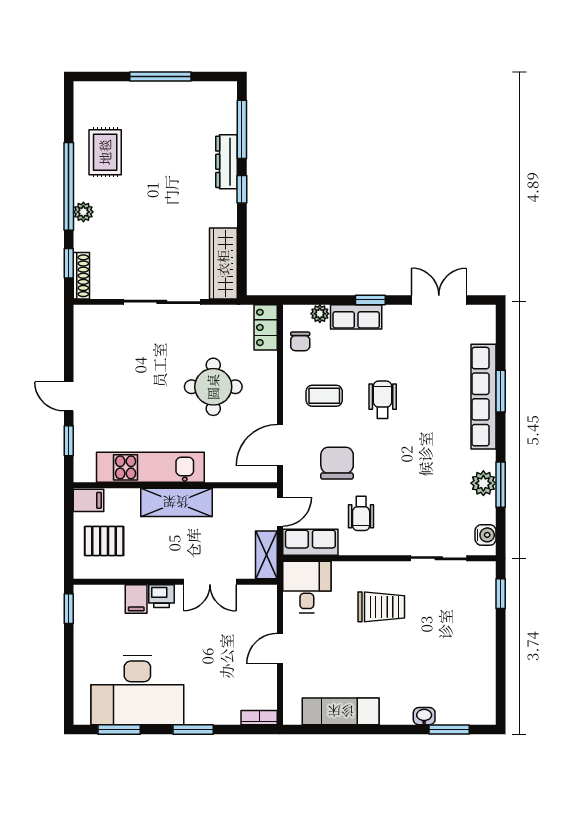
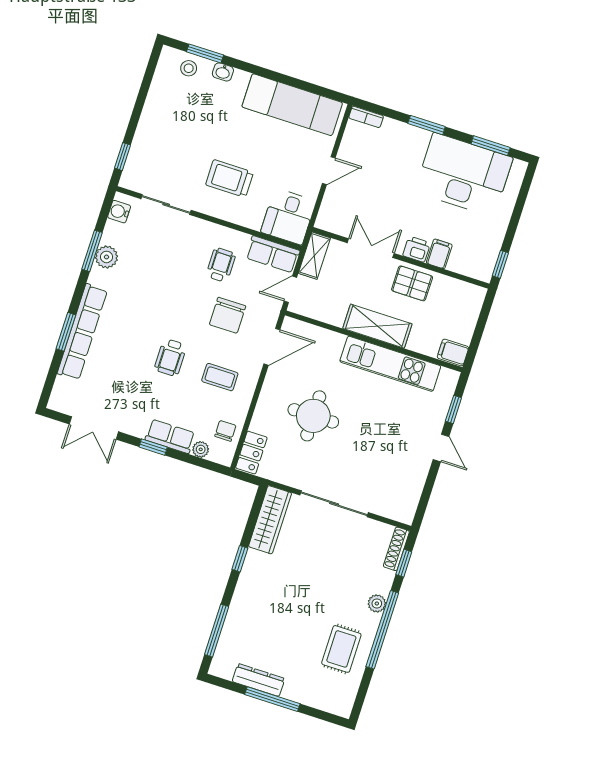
dresser: (227, 162) -> (258, 680), moved, turned -90
window: (242, 189) -> (240, 559), moved
pallet: (104, 541) -> (412, 283), moved
stool: (461, 708) -> (189, 68), added
exam couch: (341, 711) -> (292, 105), width x1.36, depth x1.45

